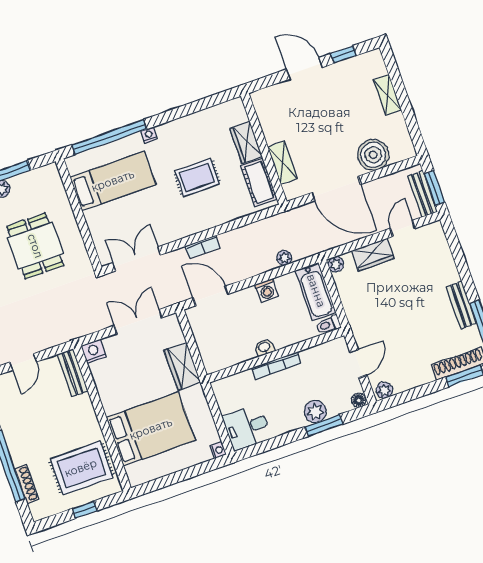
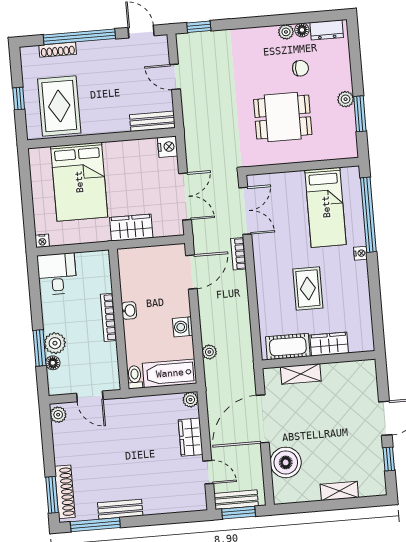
bookcase: (203, 247) -> (238, 254), moved
floor lamp: (359, 400) -> (53, 363), moved

